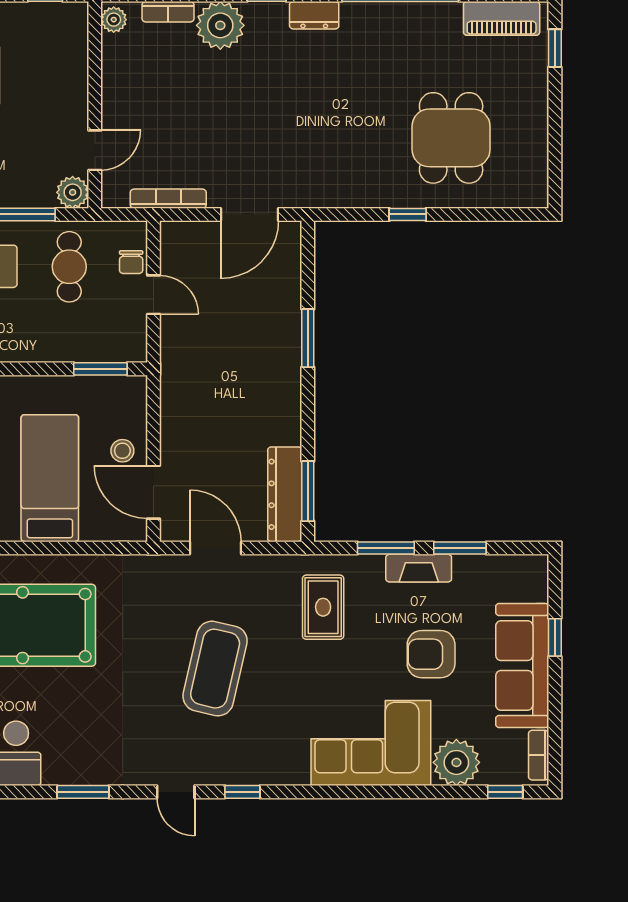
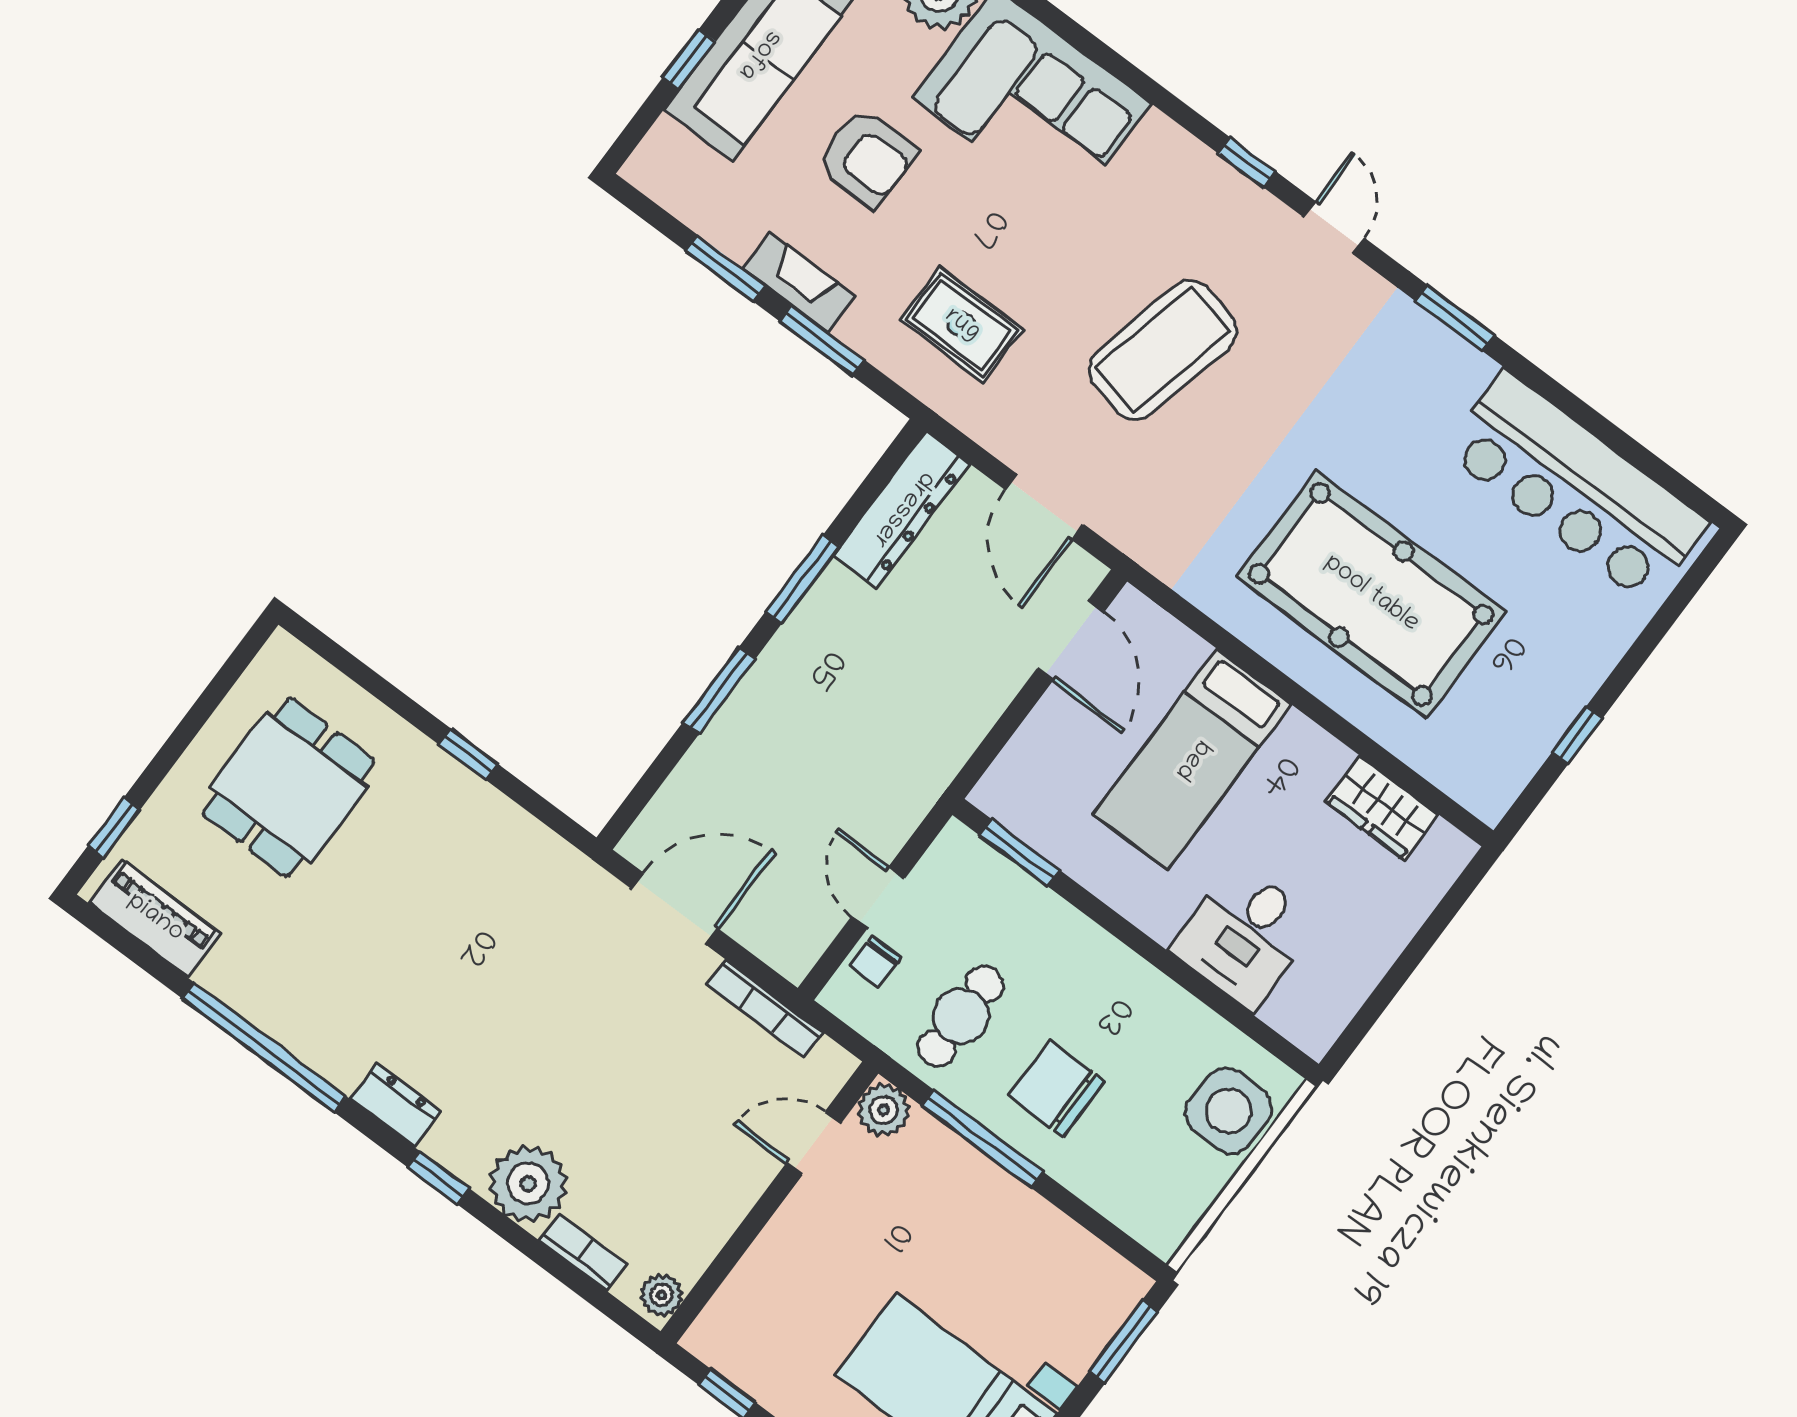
dining table: (451, 138) -> (289, 787), moved
chair: (131, 262) -> (875, 962), turned 180
stool: (122, 451) -> (1071, 724), removed
window: (308, 491) -> (803, 579), moved
rug: (323, 607) -> (962, 325), turned 90

